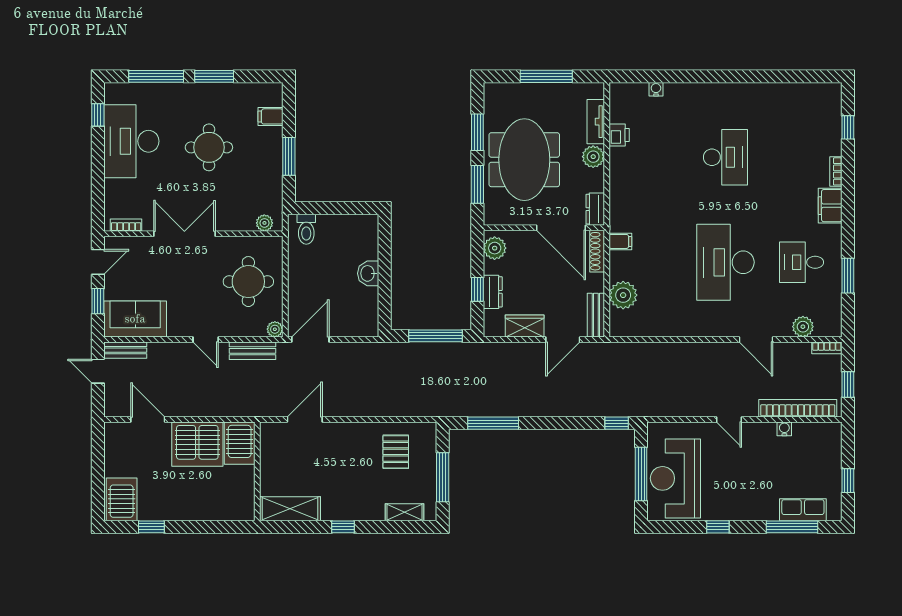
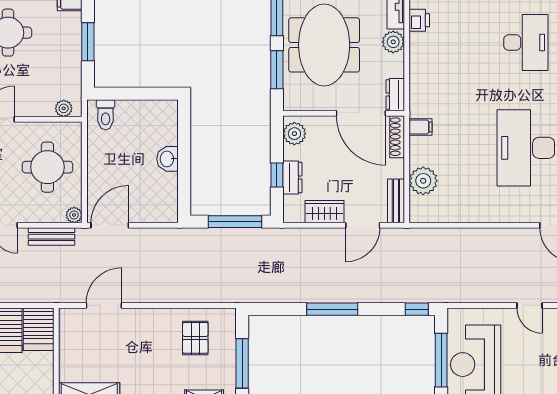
window: (493, 423) -> (332, 309), moved

